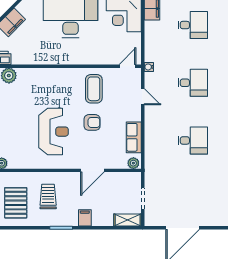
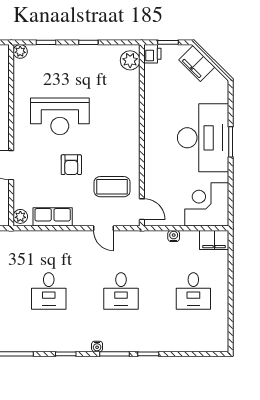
water cooler: (149, 67) -> (174, 236), moved
coffee table: (94, 89) -> (112, 187), moved
door: (143, 97) -> (104, 228), hinge flipped

